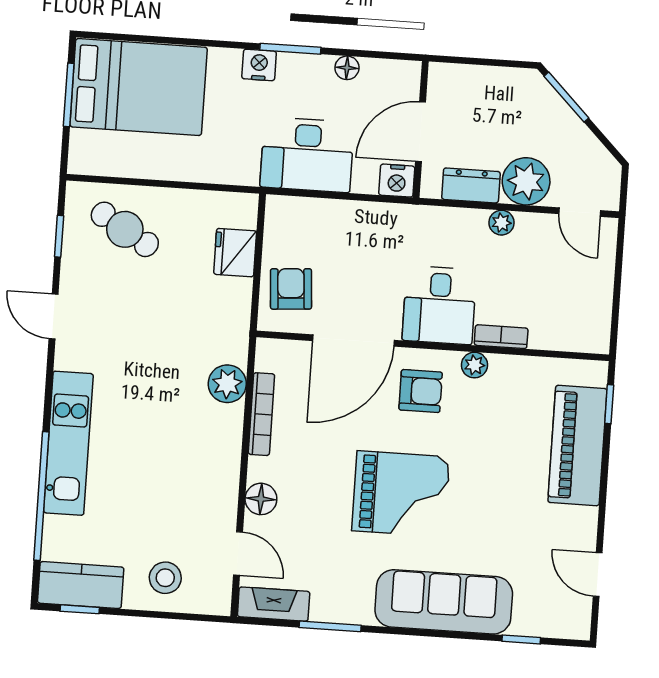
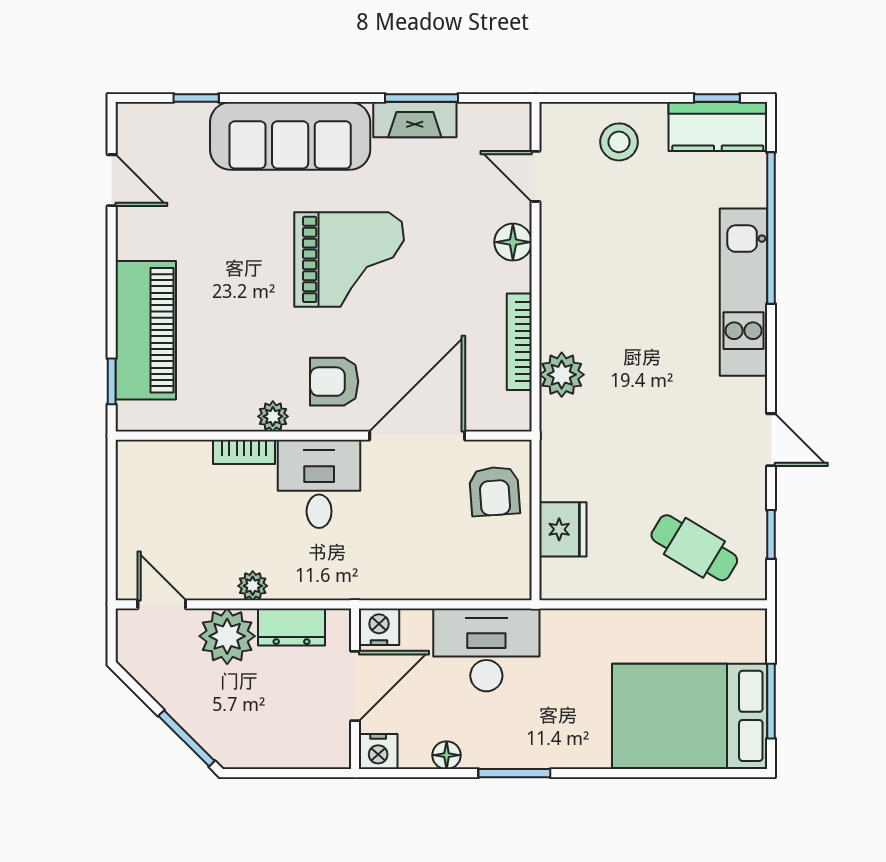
nightstand: (259, 65) -> (378, 752), moved
grand piano: (401, 494) -> (349, 259), turned 180
fireplace: (274, 604) -> (415, 120), moved

